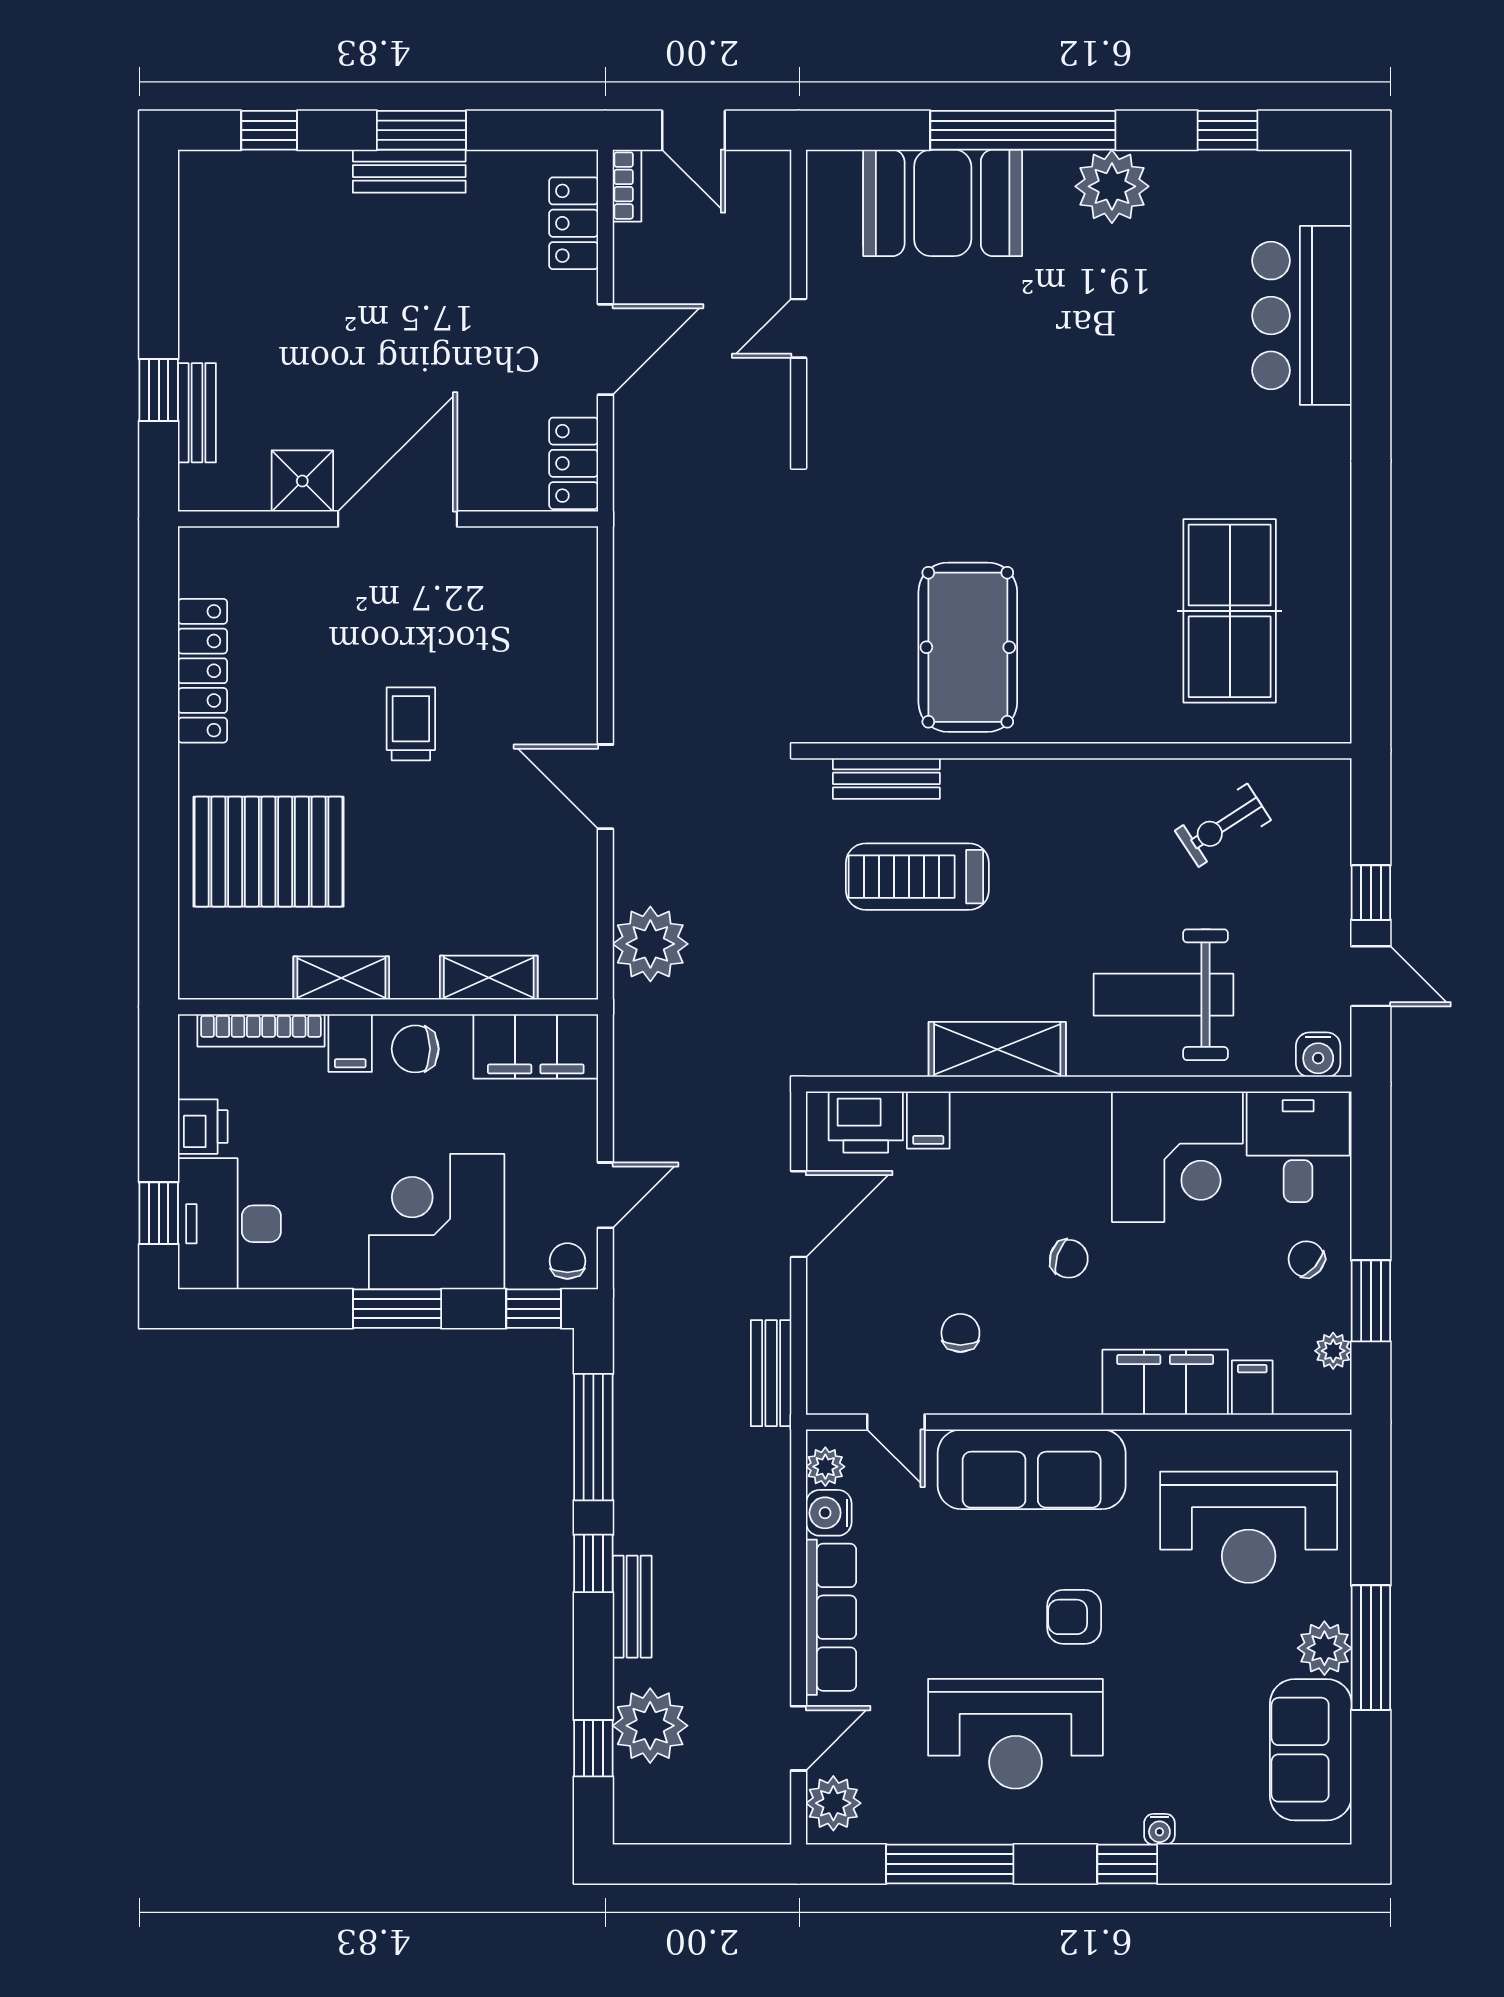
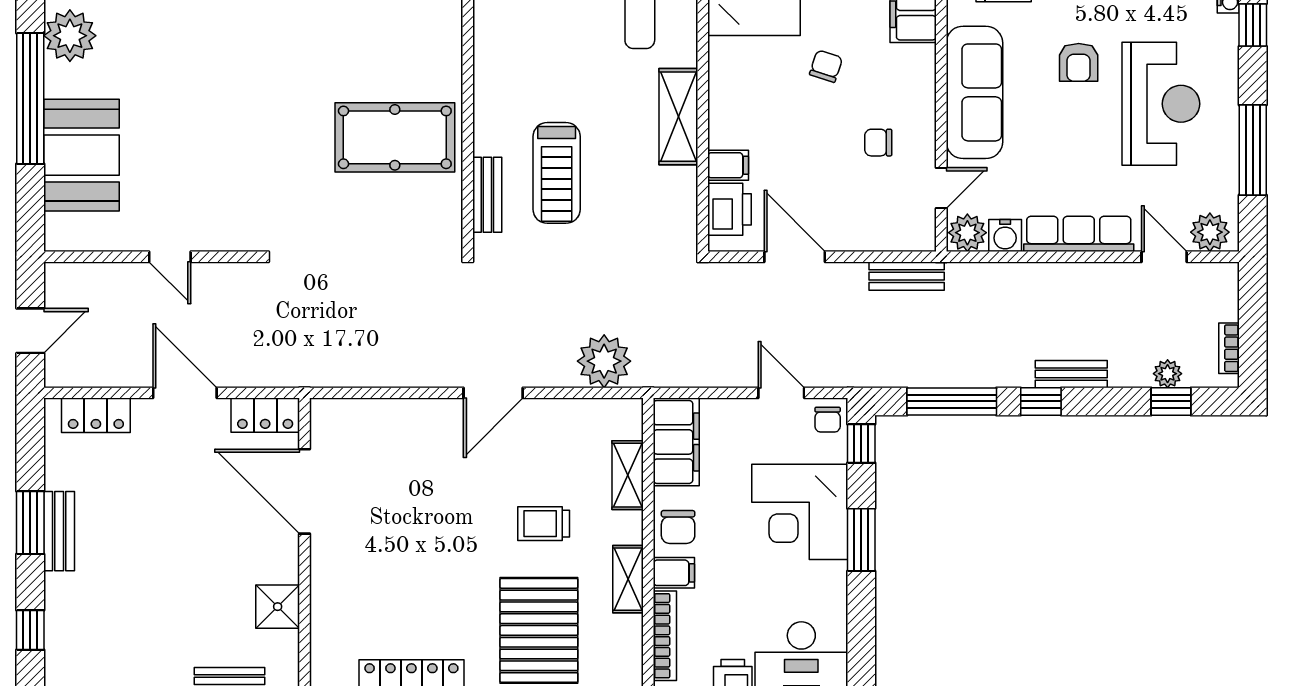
bookcase: (627, 186) -> (1229, 348), moved, turned -90
door: (397, 519) -> (304, 491), moved
trolley: (411, 724) -> (544, 524), moved
chair: (567, 1261) -> (828, 420), turned -90
plant: (825, 1467) -> (967, 233), width x1.38, depth x1.38
plant: (650, 1726) -> (1168, 374), width x0.53, depth x0.53

